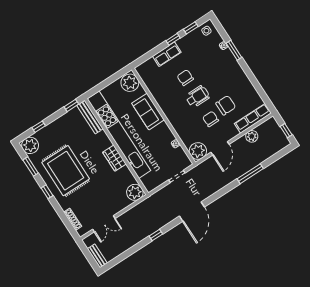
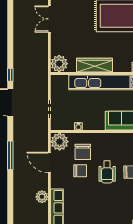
chair: (226, 105) -> (83, 152), moved
wardrobe: (114, 158) -> (94, 65), width x1.50
window: (250, 174) -> (10, 155), moved
window: (156, 235) -> (10, 75), moved

